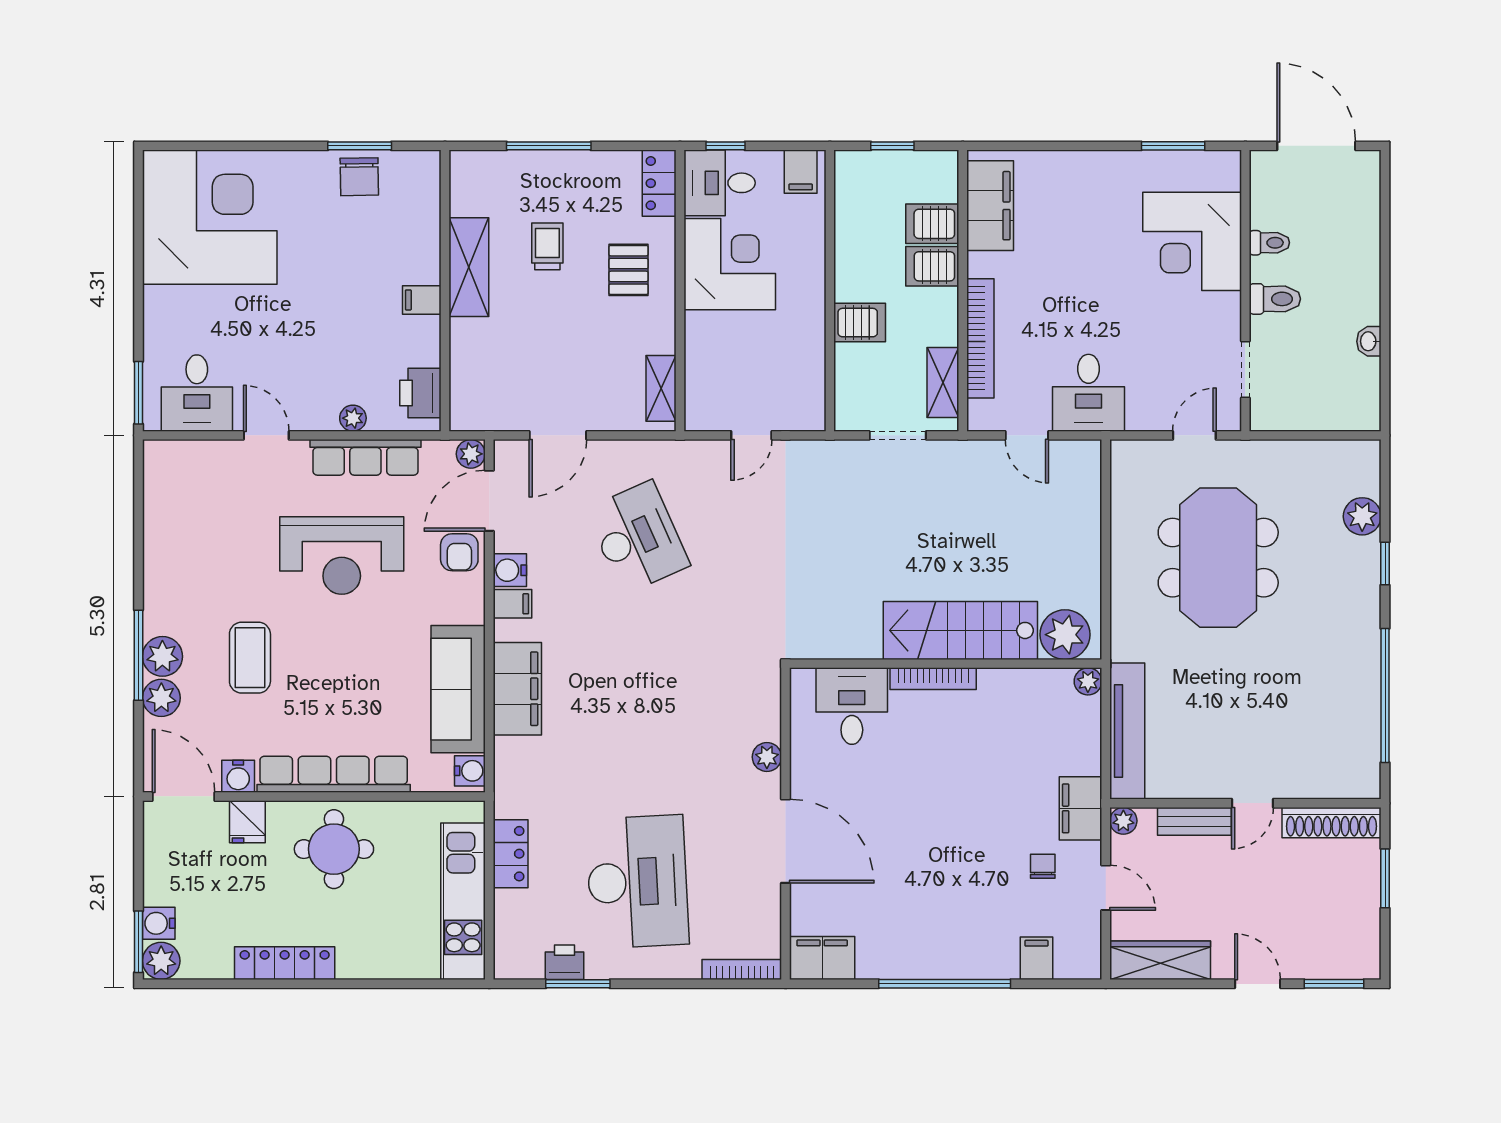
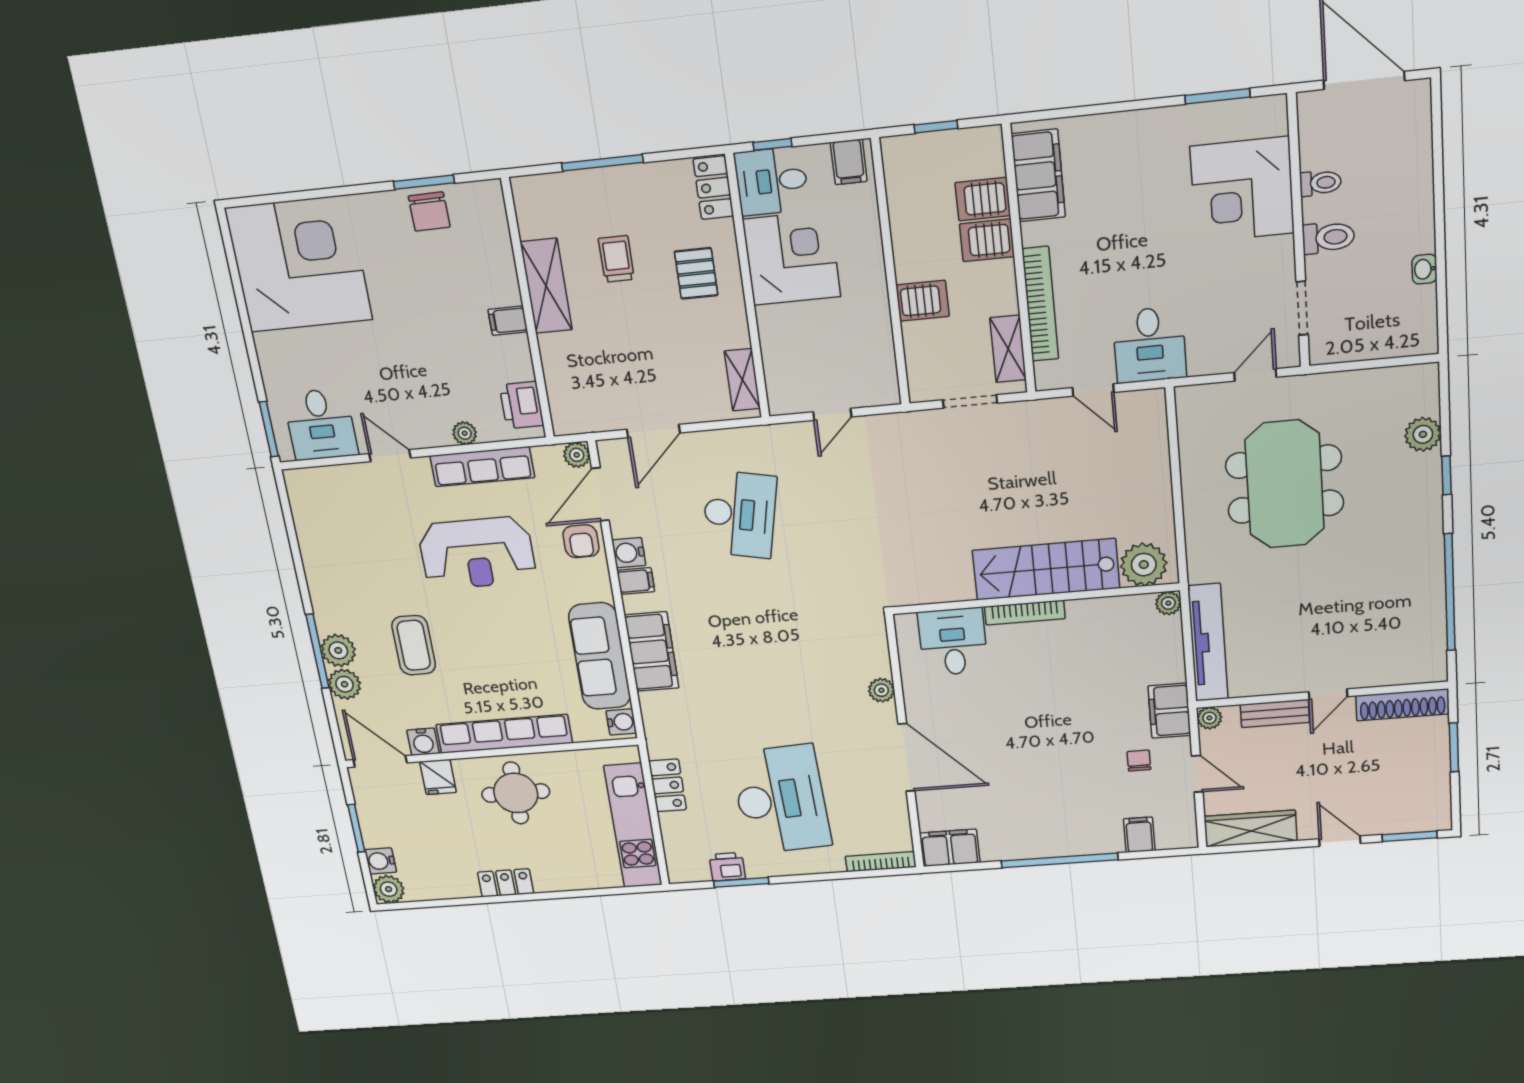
desk: (637, 537) -> (739, 514), turned 36
window: (138, 942) -> (356, 828), moved
locker: (285, 963) -> (506, 883), width x0.66

